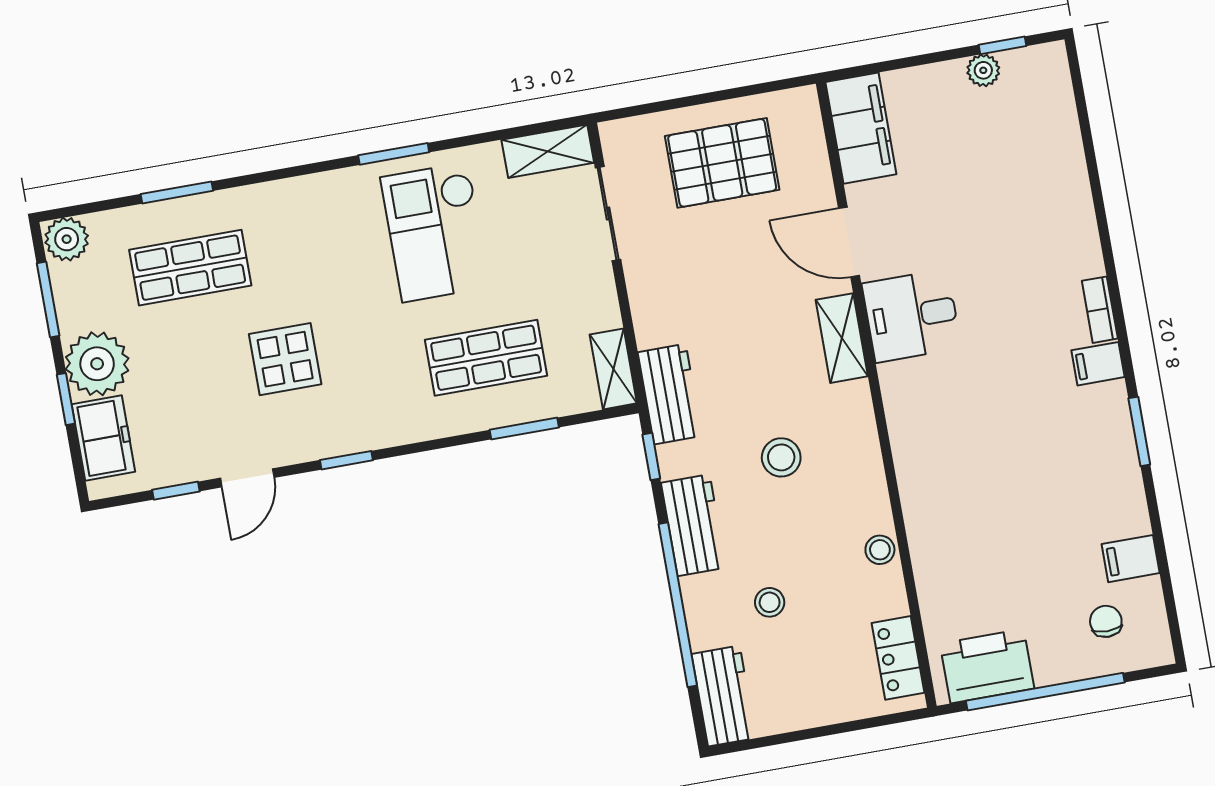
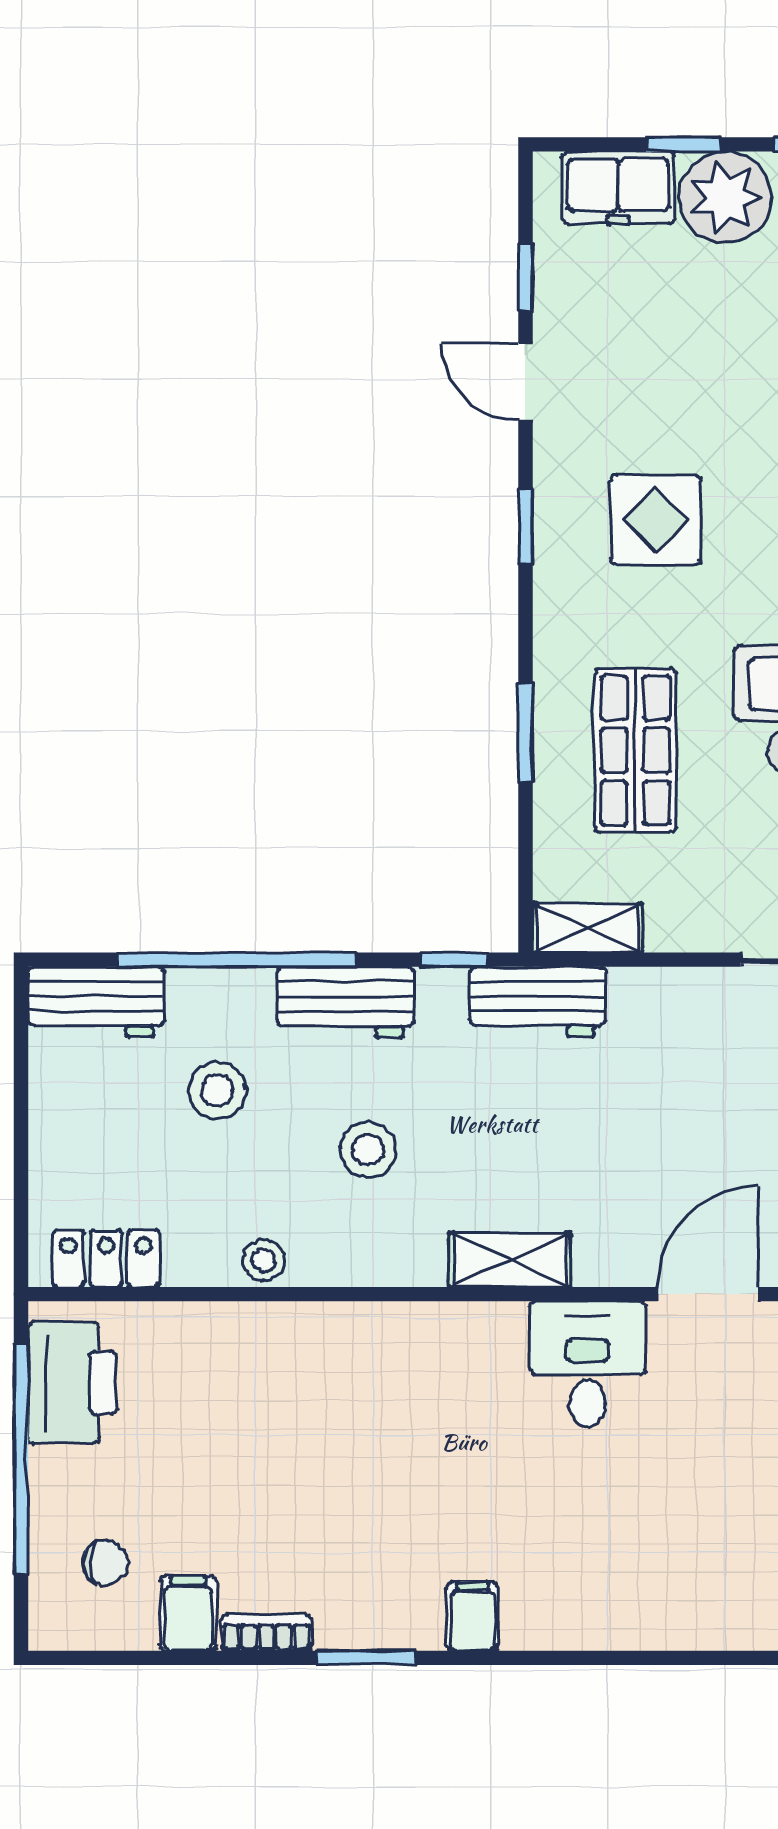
bookcase: (1100, 310) -> (266, 1633), moved
shelving: (842, 338) -> (510, 1260), moved
display table: (285, 359) -> (656, 520), moved
window: (524, 429) -> (525, 733), moved
stool: (781, 457) -> (368, 1150), moved
stool: (770, 602) -> (217, 1091), width x1.37, depth x1.37

